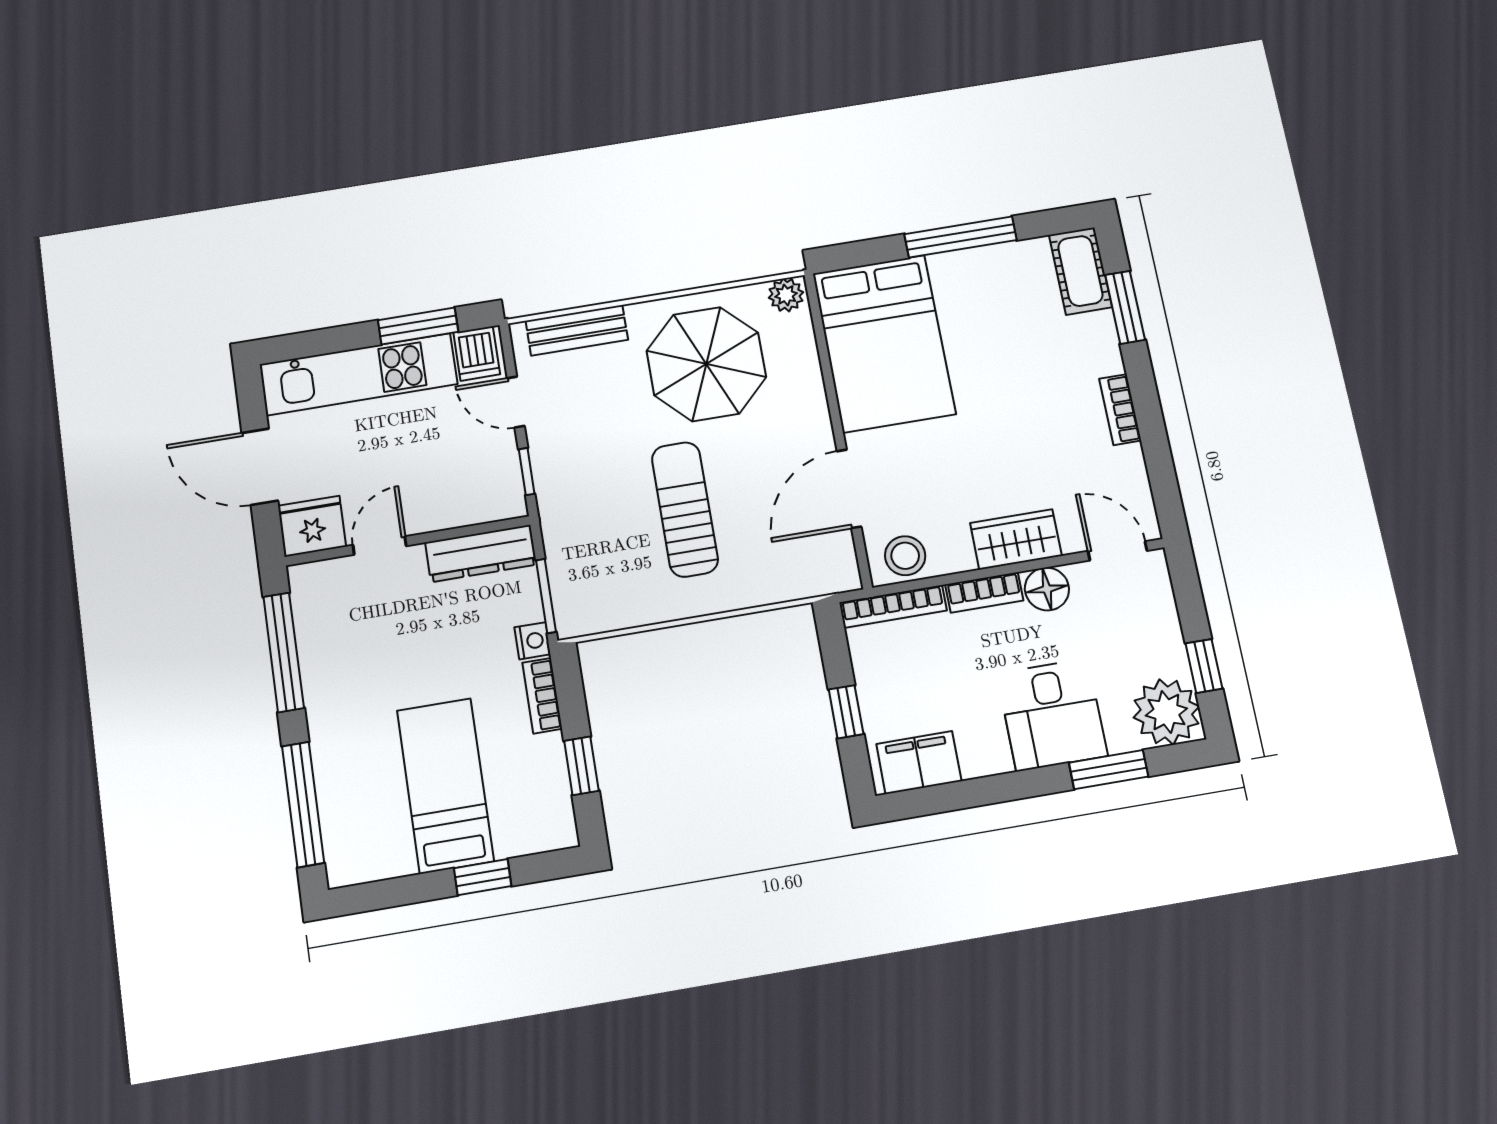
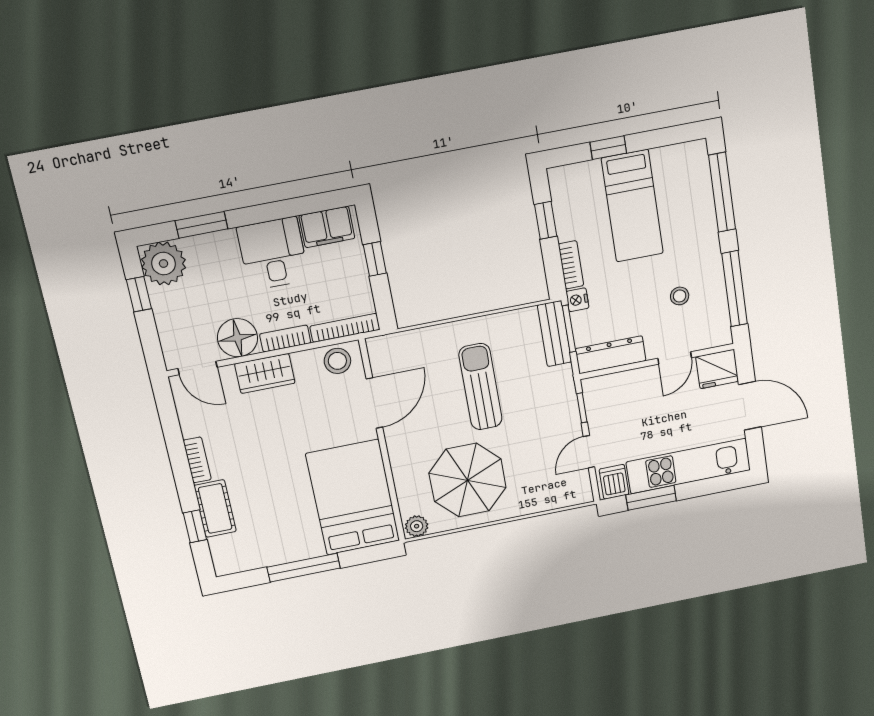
cot: (1080, 271) -> (215, 508), moved
window: (1125, 307) -> (195, 526), width x0.67
bench: (577, 330) -> (555, 334), moved, turned 90
door: (516, 402) -> (589, 452), swing flipped
sun lounger: (685, 509) -> (480, 387), turned 180
floor lamp: (1047, 589) -> (237, 338), width x1.38, depth x1.38
stool: (371, 643) -> (680, 296), added
desk: (1052, 715) -> (273, 254), moved

